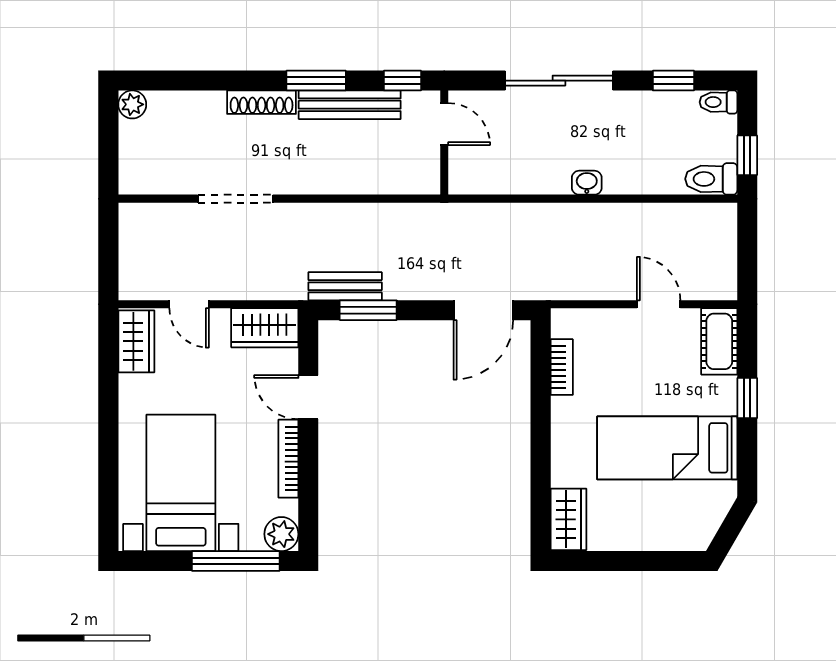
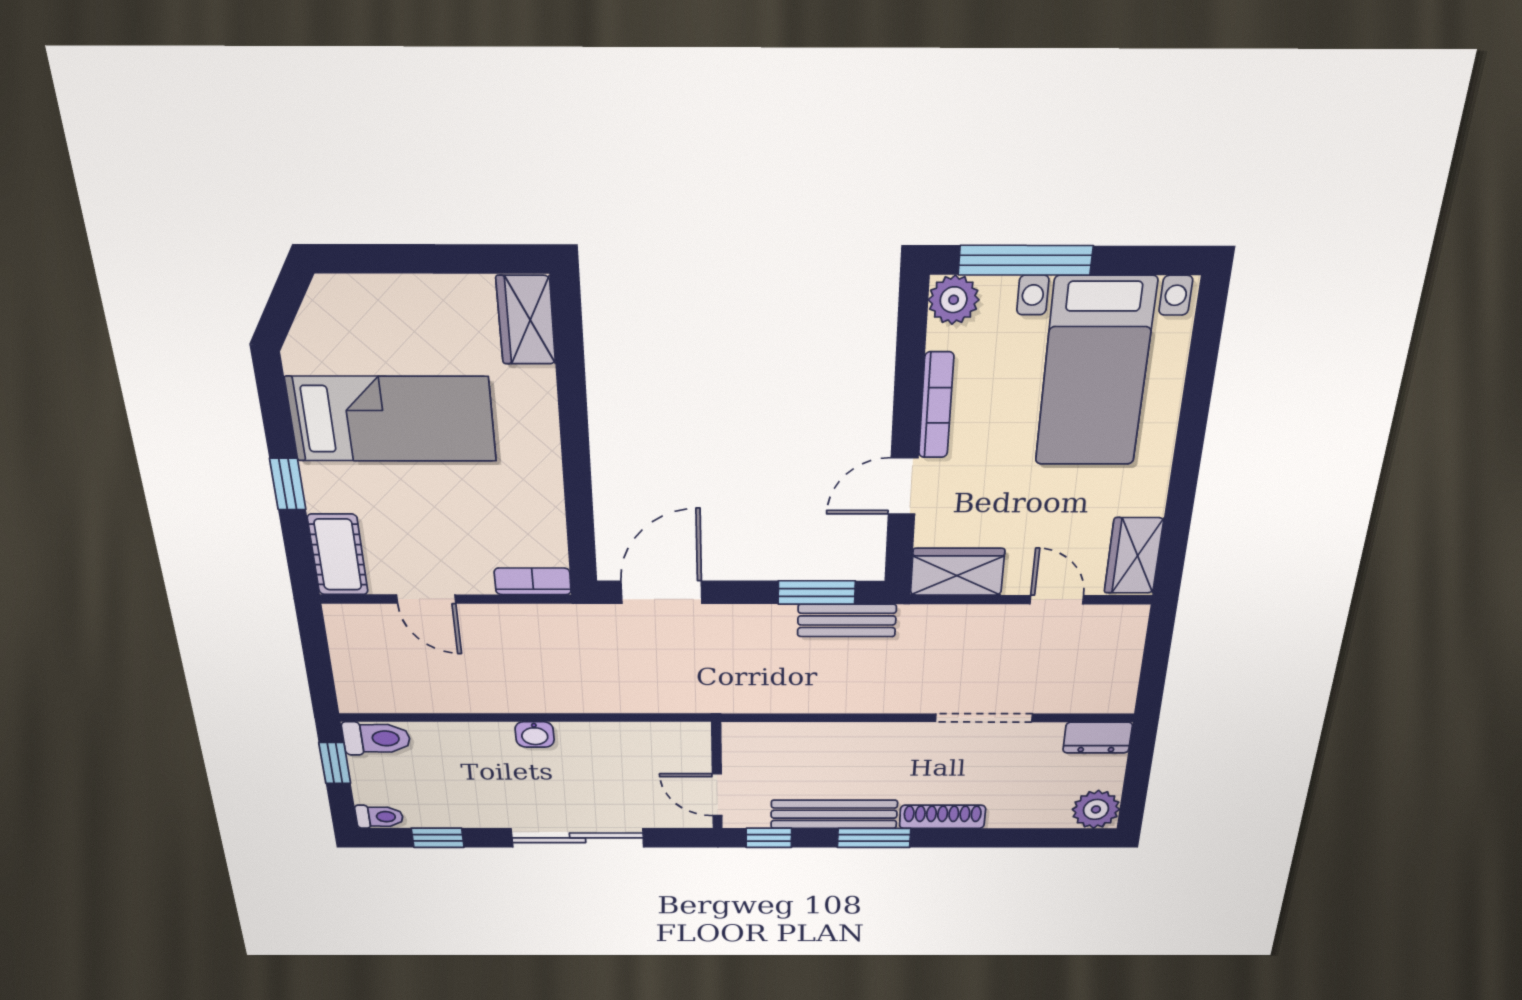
plant: (132, 104) -> (1096, 809), width x1.38, depth x1.38
dresser: (144, 180) -> (1098, 738), added
bookcase: (562, 367) -> (533, 581), moved, turned 90
door: (308, 397) -> (903, 486), swing flipped

